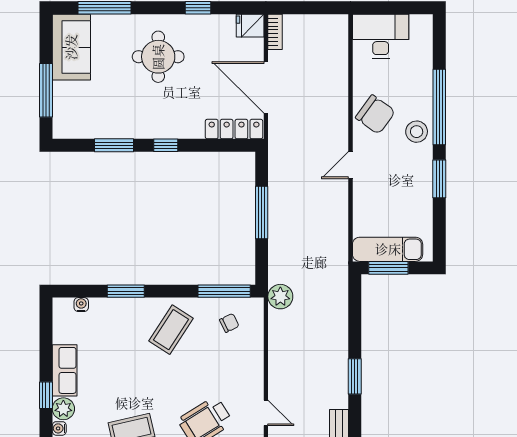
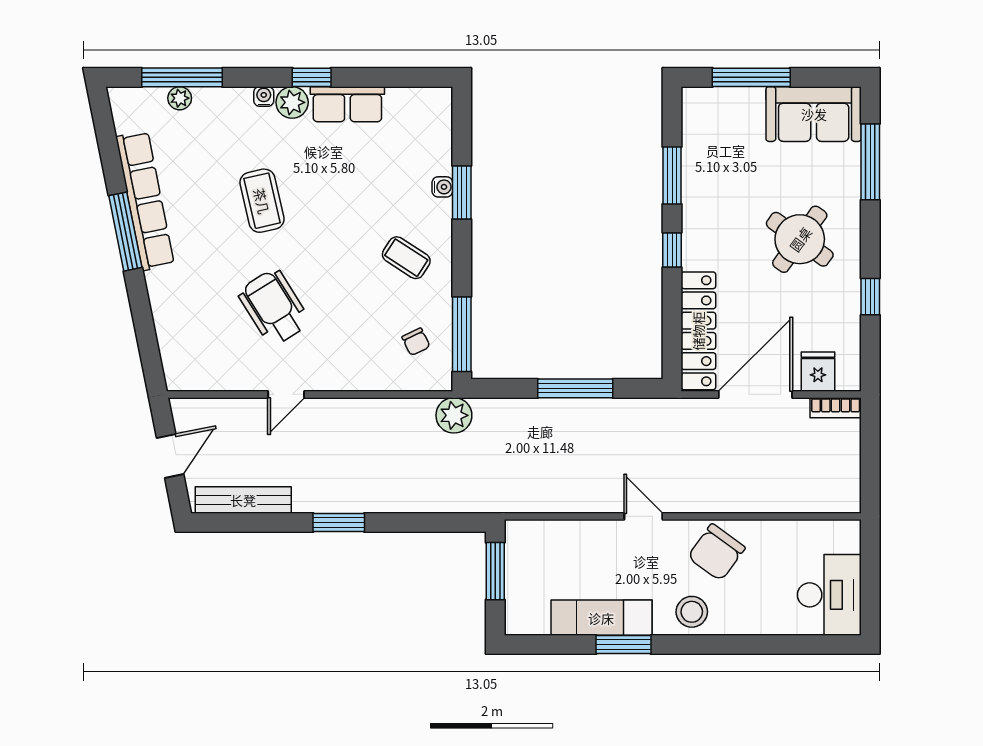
fridge: (250, 26) -> (818, 372), moved
desk: (381, 36) -> (829, 595), moved
round table: (158, 57) -> (800, 239), turned 36
window: (439, 107) -> (727, 644), removed
locker: (234, 129) -> (698, 331), width x1.41, depth x1.21
exam couch: (388, 249) -> (601, 618), moved, turned -90
water cooler: (81, 305) -> (442, 187), moved
coffee table: (171, 330) -> (406, 258), width x0.73, depth x0.77

